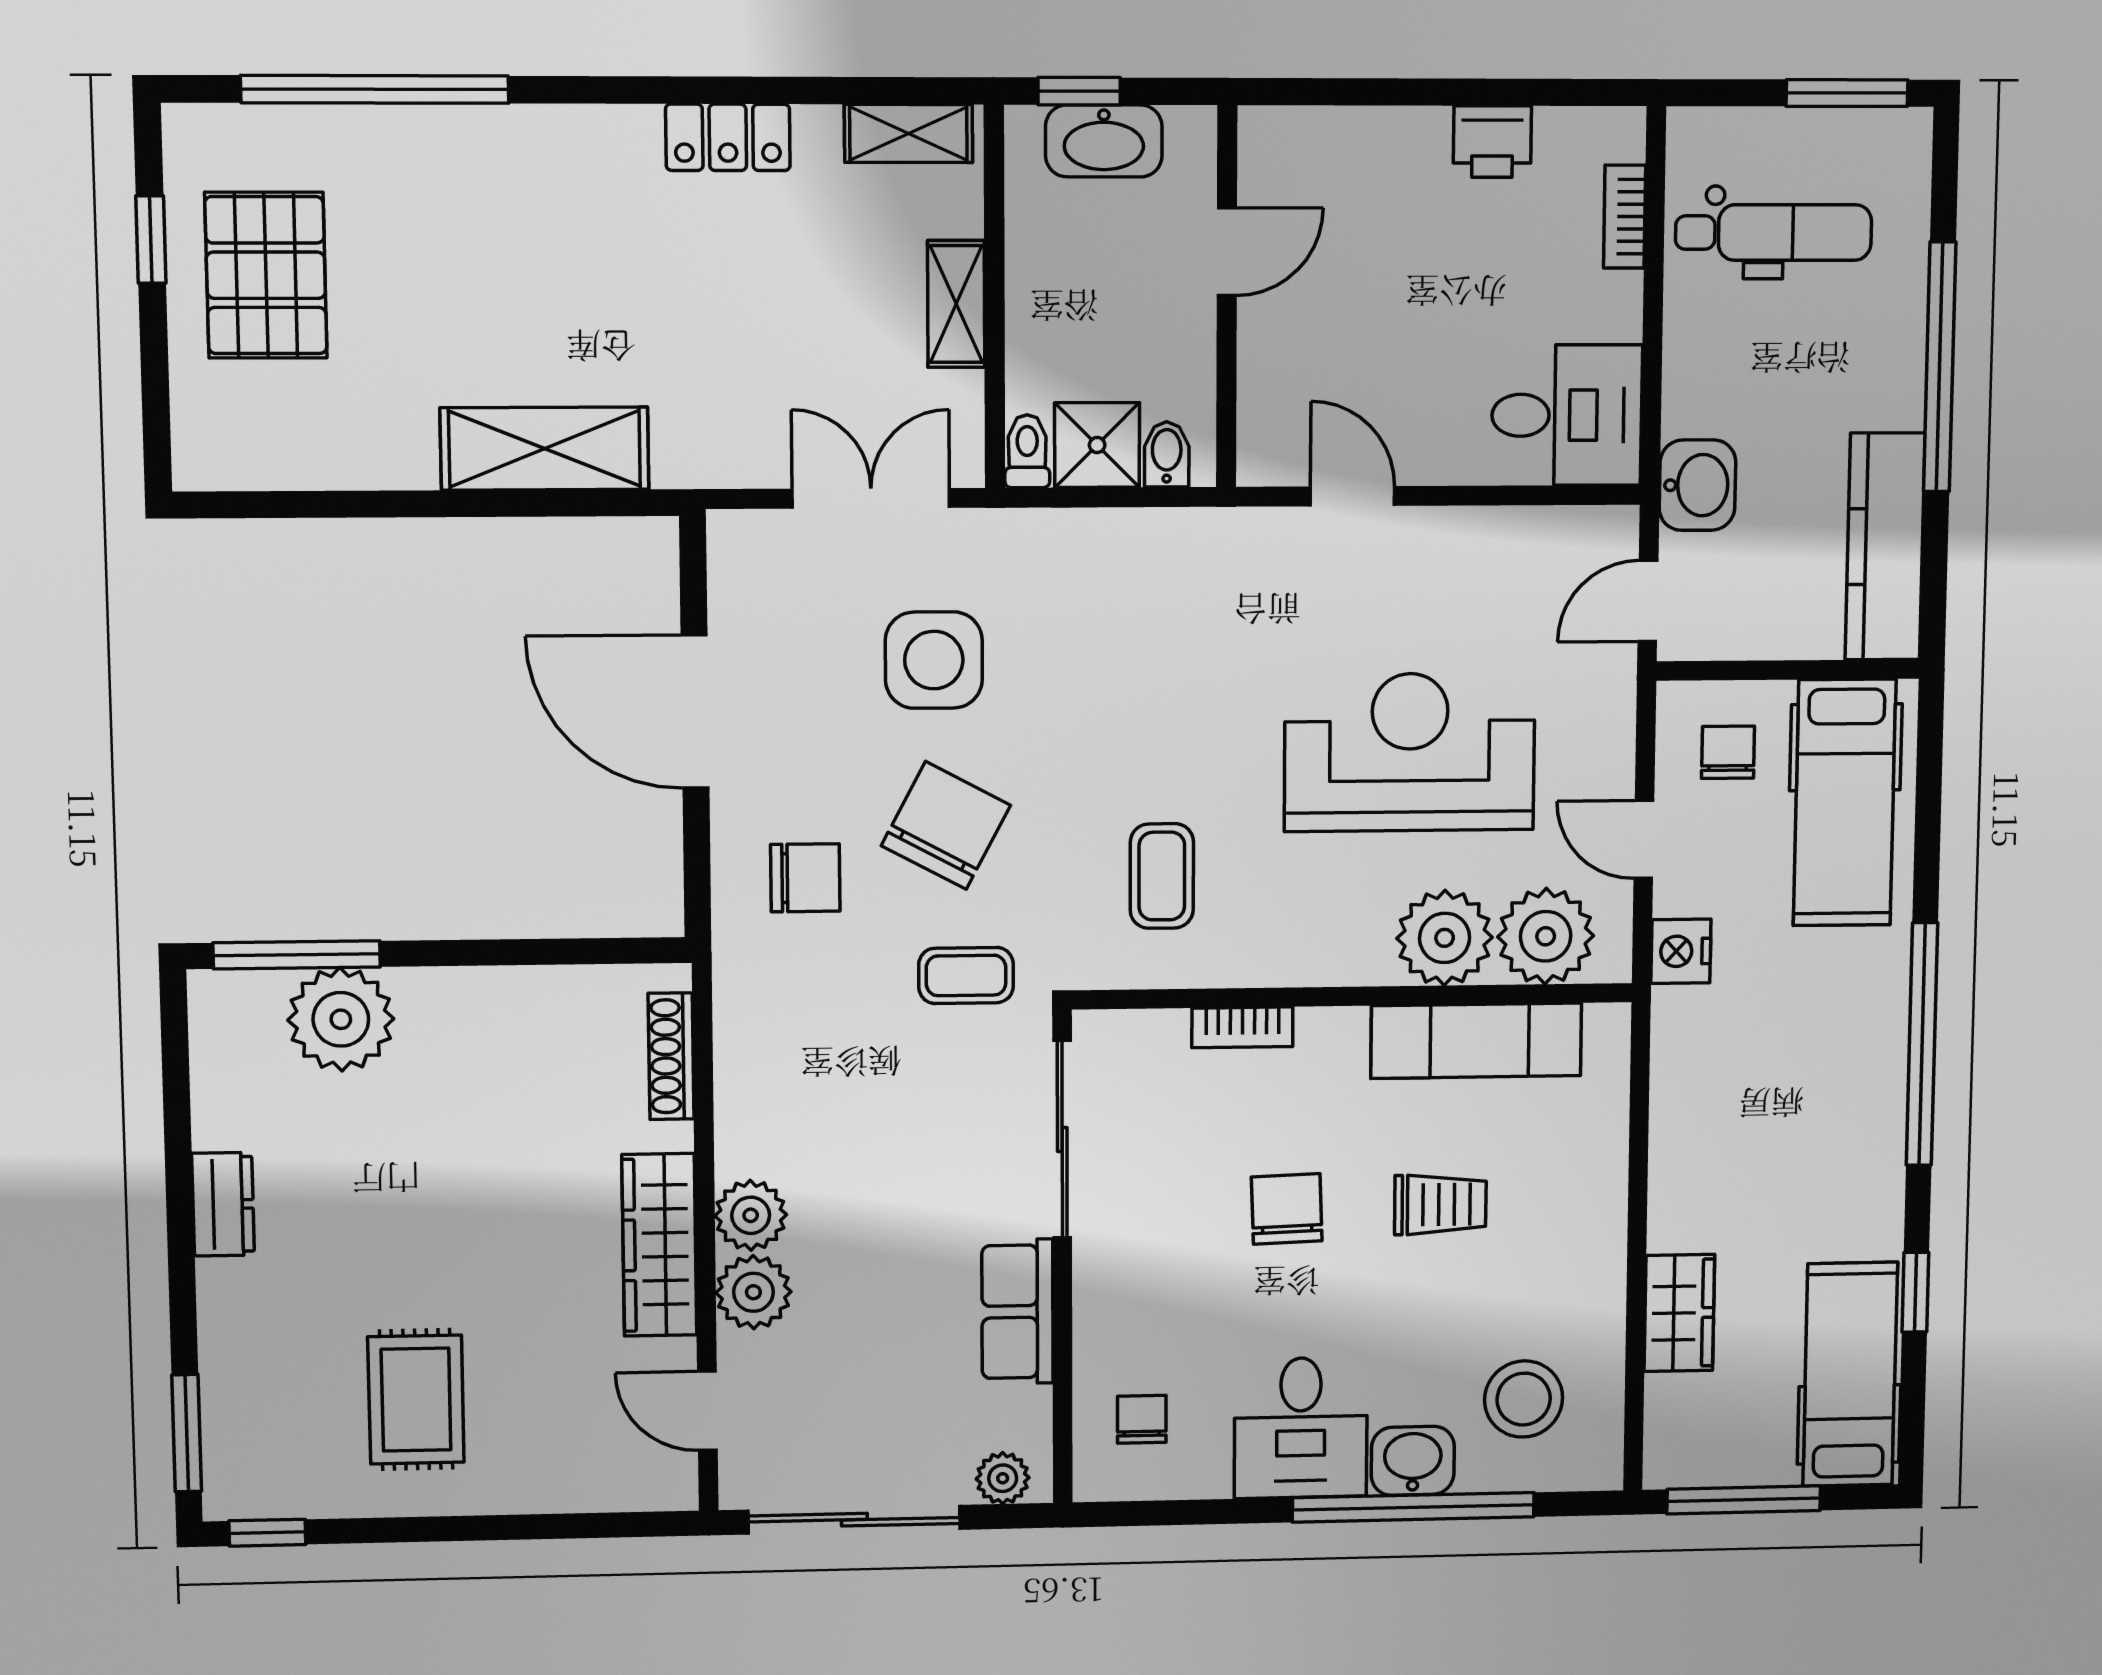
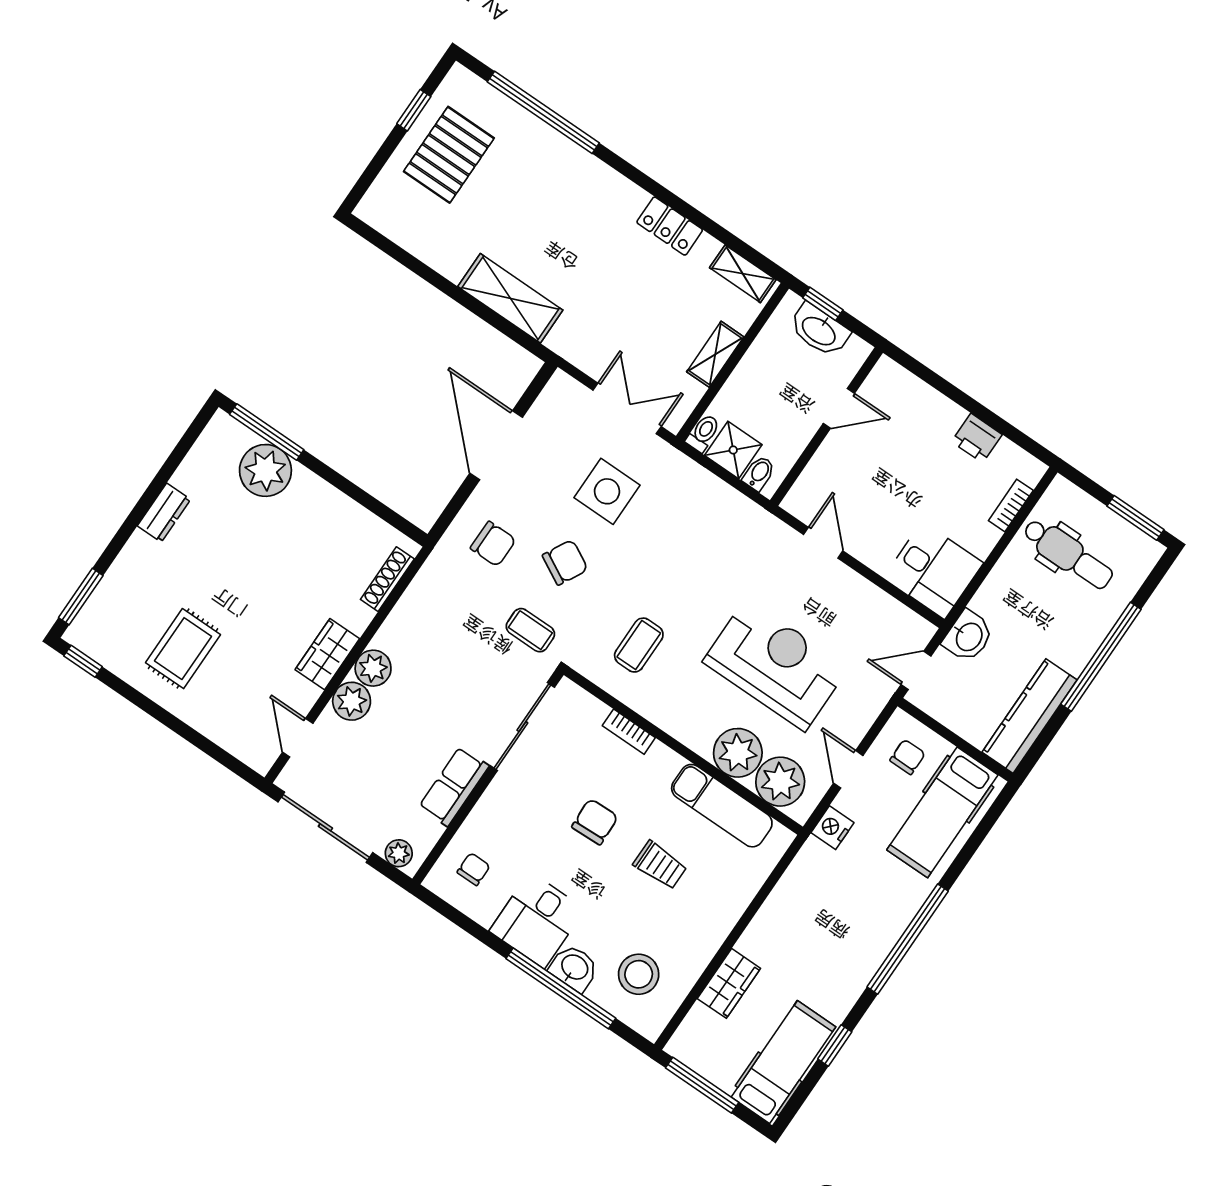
chair: (946, 825) -> (565, 562), width x0.73, depth x0.73
wardrobe: (659, 1245) -> (327, 654), width x0.67

